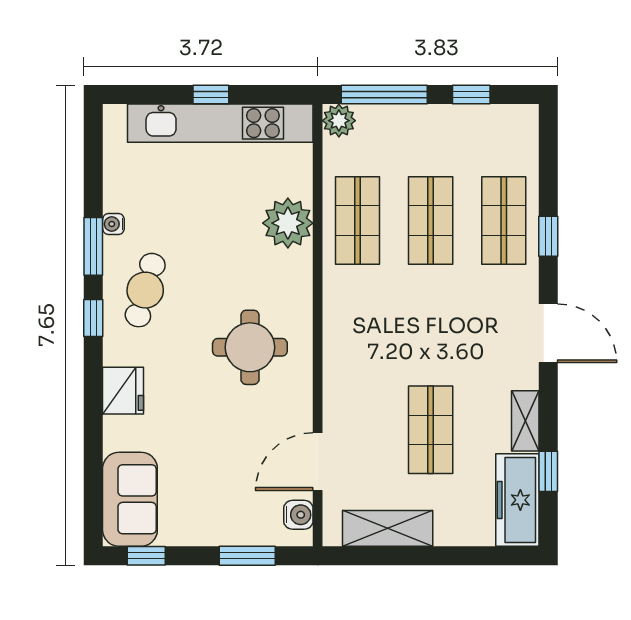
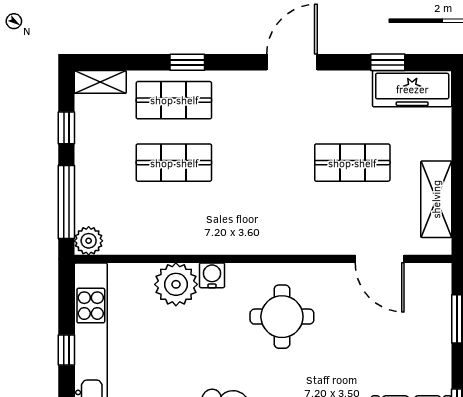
shop shelf: (357, 221) -> (174, 225), removed
door: (548, 333) -> (292, 62), moved
shelving: (525, 421) -> (100, 82), moved
water cooler: (298, 515) -> (212, 275), moved

